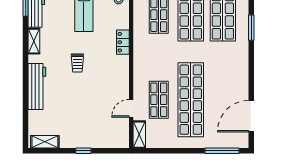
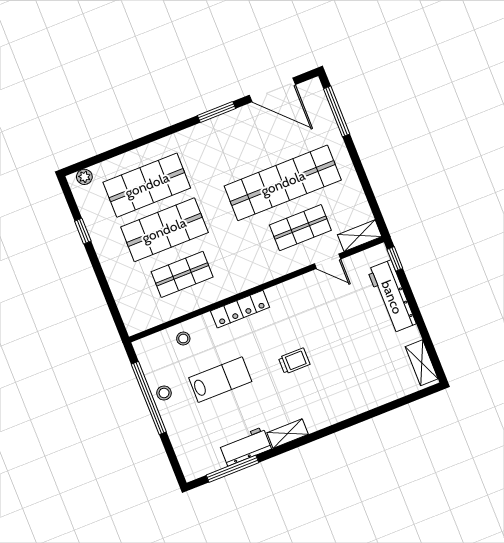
window: (251, 28) -> (216, 112), moved
locker: (123, 42) -> (240, 309), width x1.53
workbench: (37, 87) -> (392, 297), moved, turned -90
window: (83, 151) -> (395, 259), moved

